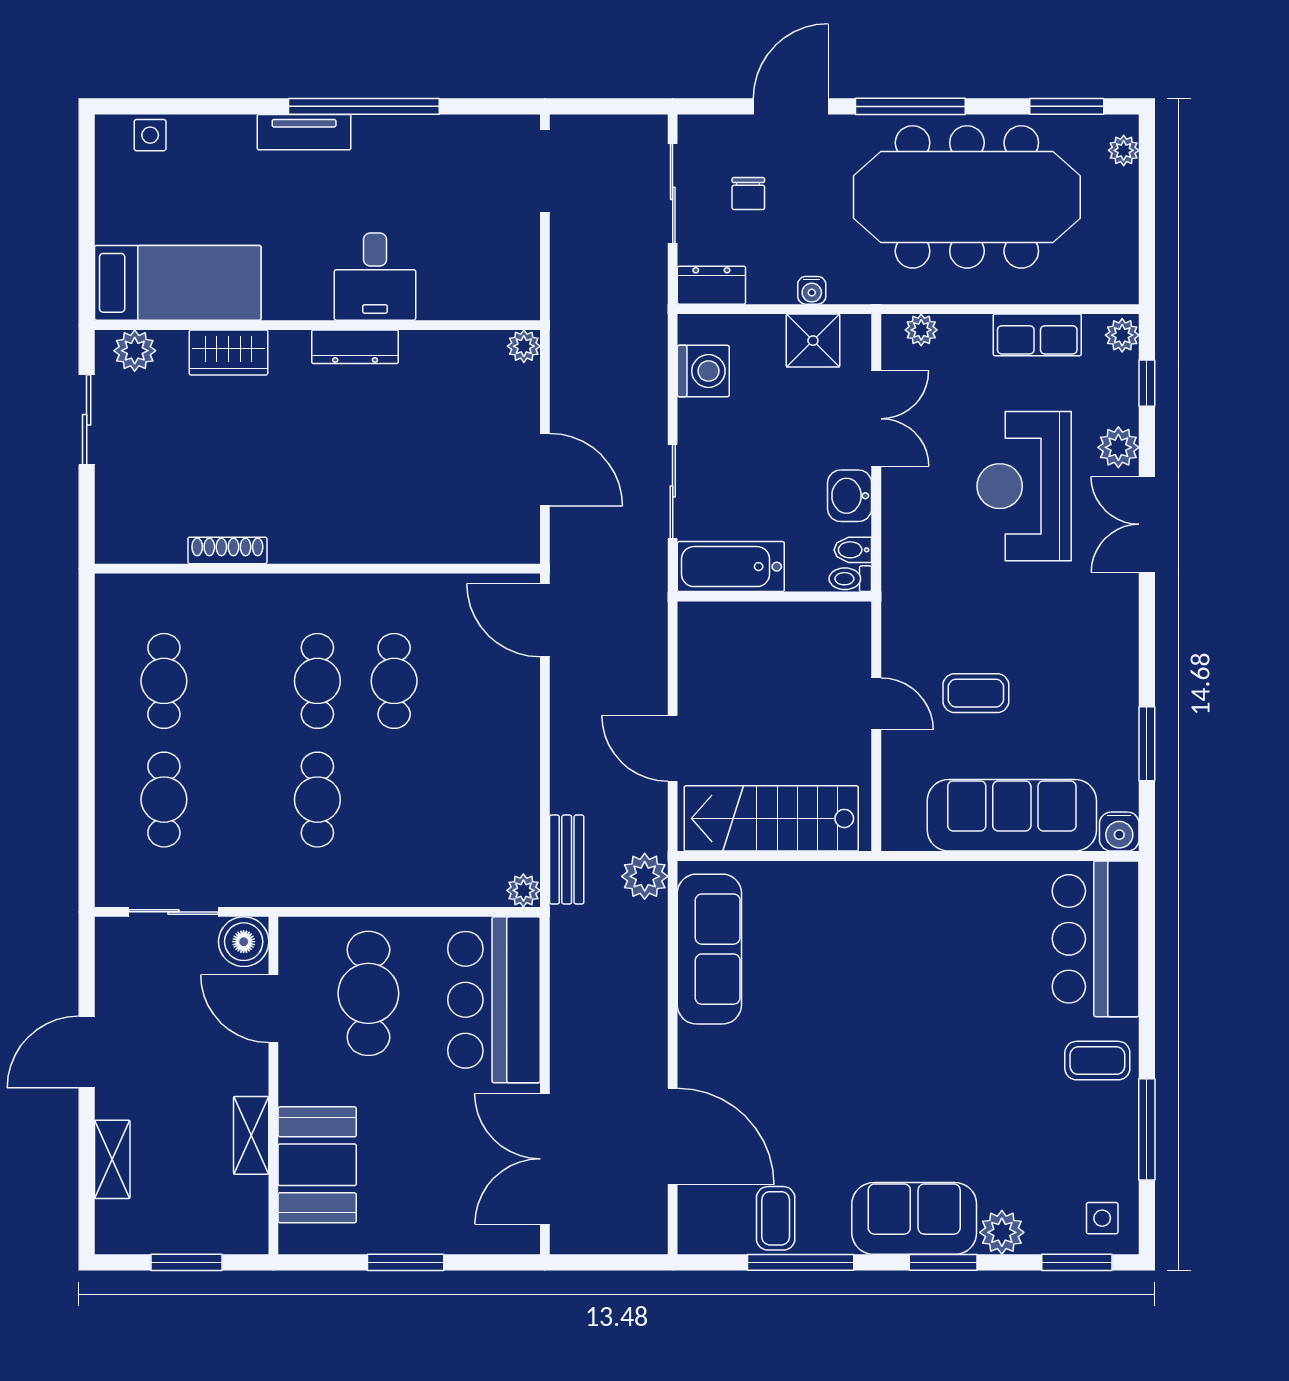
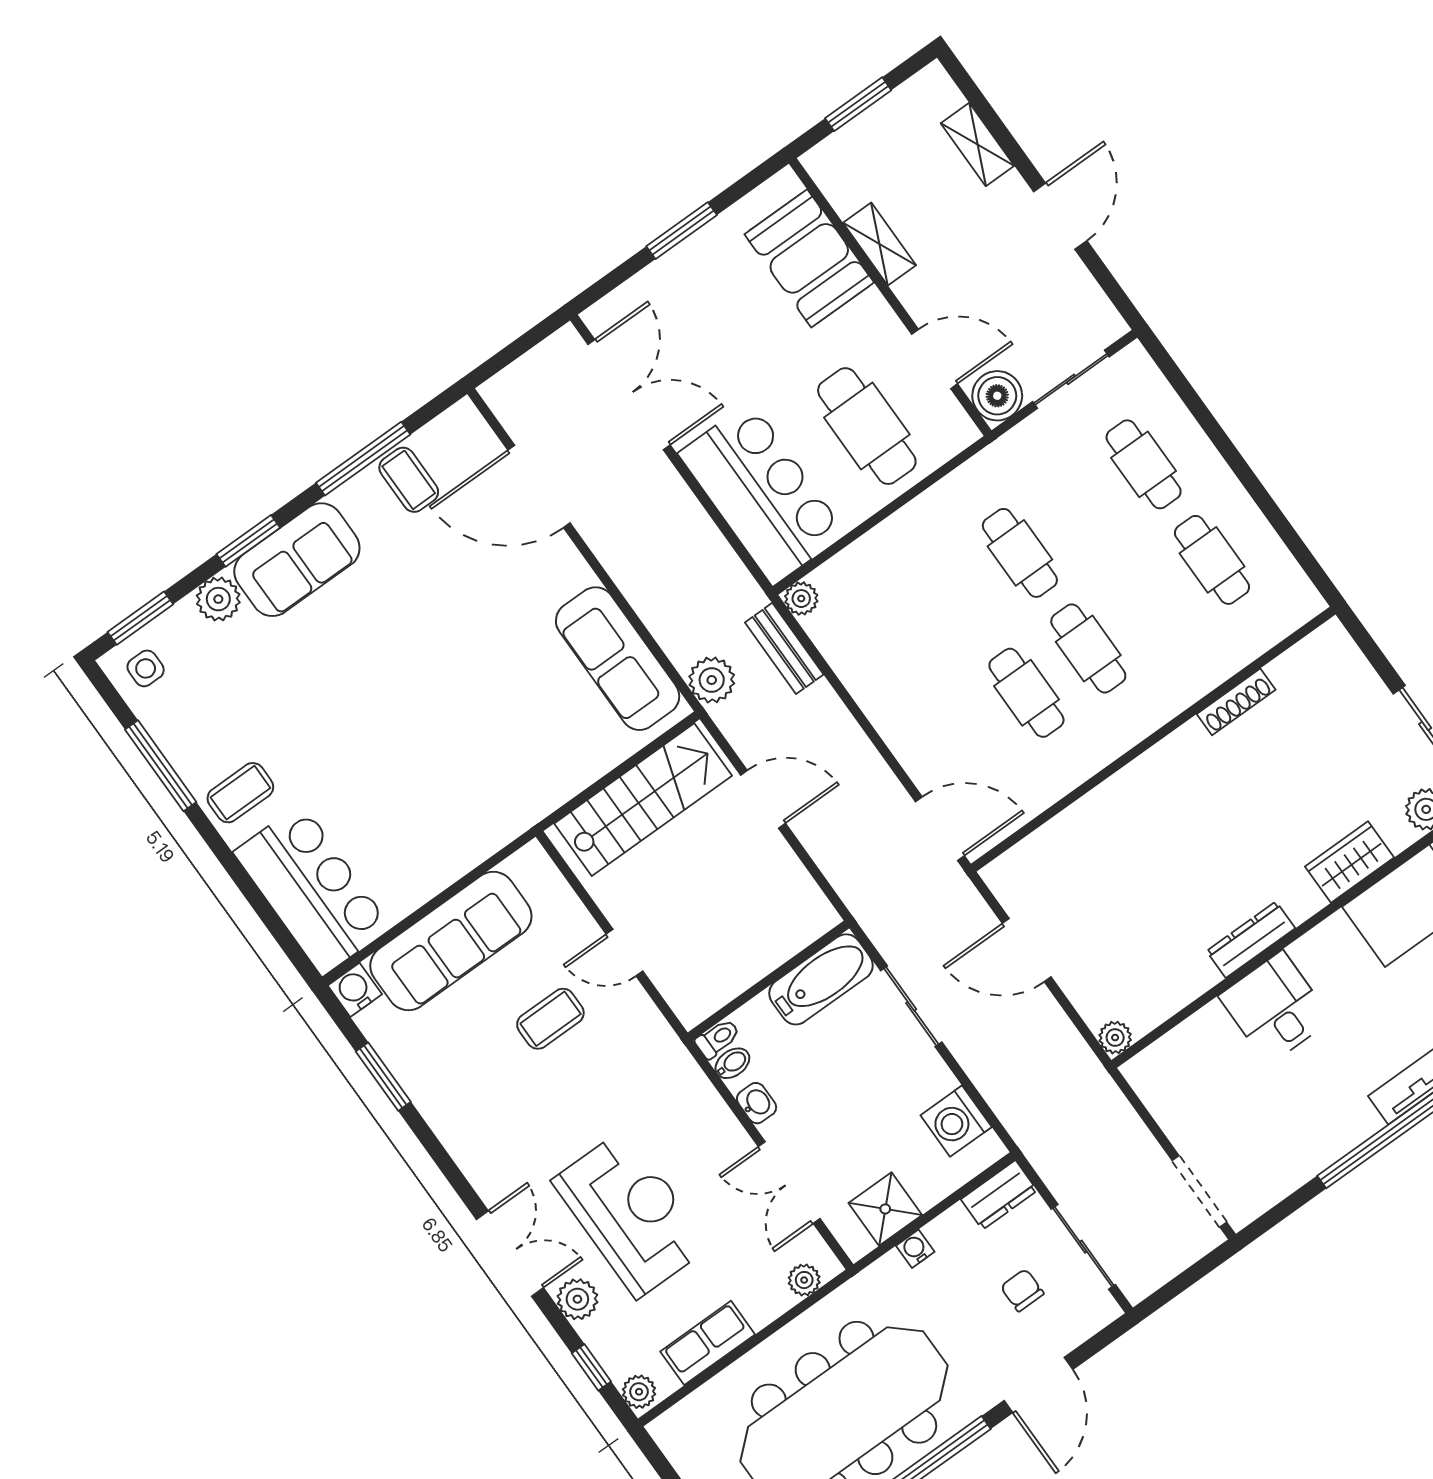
washbasin: (850, 496) -> (757, 1103), width x0.72, depth x0.69

